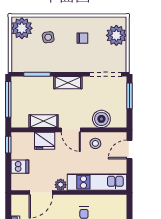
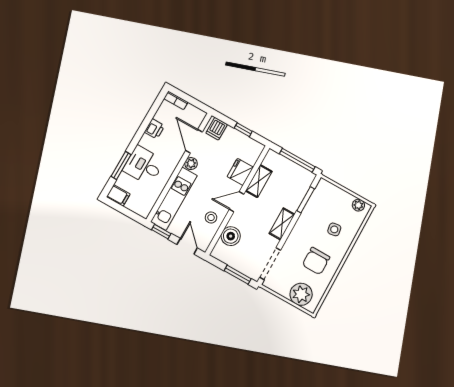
plant: (22, 28) -> (358, 205), width x0.53, depth x0.53
chair: (82, 38) -> (316, 261), width x1.87, depth x1.87
window: (8, 145) -> (243, 130), moved
dishwasher: (20, 167) -> (217, 129), moved
window: (129, 177) -> (161, 232), added

